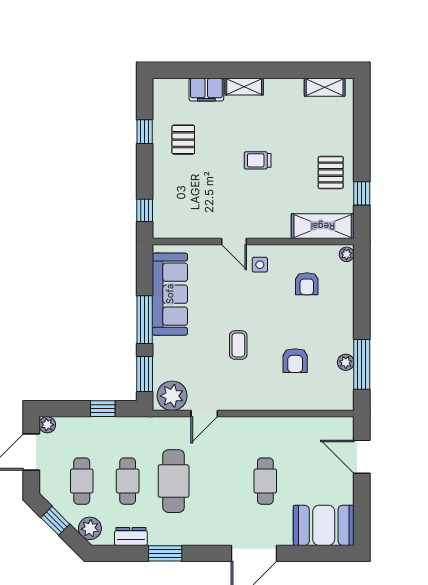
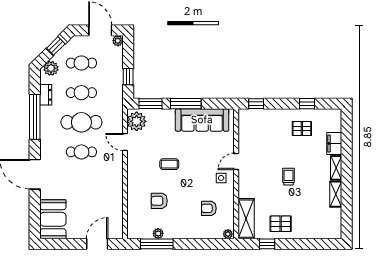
shelving: (325, 87) -> (336, 194), moved
cafe table: (265, 481) -> (81, 152), moved
window: (165, 553) -> (35, 117), width x2.11

